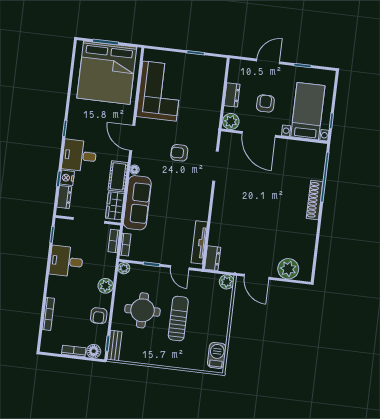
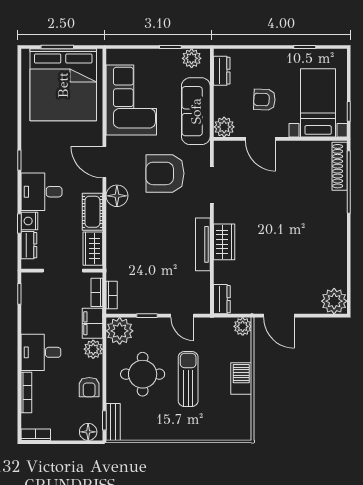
door: (268, 61) -> (261, 47), removed
plant: (211, 64) -> (192, 58), added
dresser: (232, 95) -> (222, 71), moved
armchair: (265, 103) -> (264, 100), turned -88
door: (259, 134) -> (260, 139), width x0.73
armchair: (179, 153) -> (165, 173), width x1.88, depth x1.88
floor lamp: (134, 170) -> (117, 196), width x1.89, depth x1.89
shoe rack: (315, 200) -> (340, 166), moved
sofa: (137, 203) -> (196, 111), moved, turned 180
wardrobe: (220, 213) -> (224, 242), added
tv unit: (199, 242) -> (203, 244), moved
desk: (66, 261) -> (41, 352), moved
filing cabinet: (107, 265) -> (92, 323), added
plant: (124, 268) -> (120, 331), width x1.87, depth x1.87
plant: (288, 269) -> (334, 301), moved
bookcase: (74, 351) -> (36, 435), moved
barbecue: (217, 355) -> (241, 378), moved

